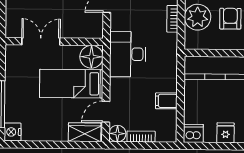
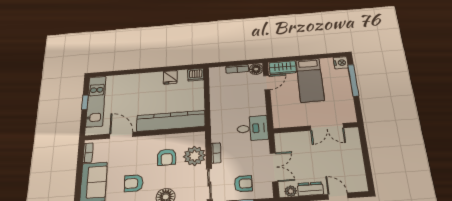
desk: (128, 54) -> (253, 128), width x0.73
floor lamp: (91, 57) -> (283, 119), removed
bed: (71, 84) -> (310, 80), moved, turned 90
filing cabinet: (166, 101) -> (218, 94), removed

